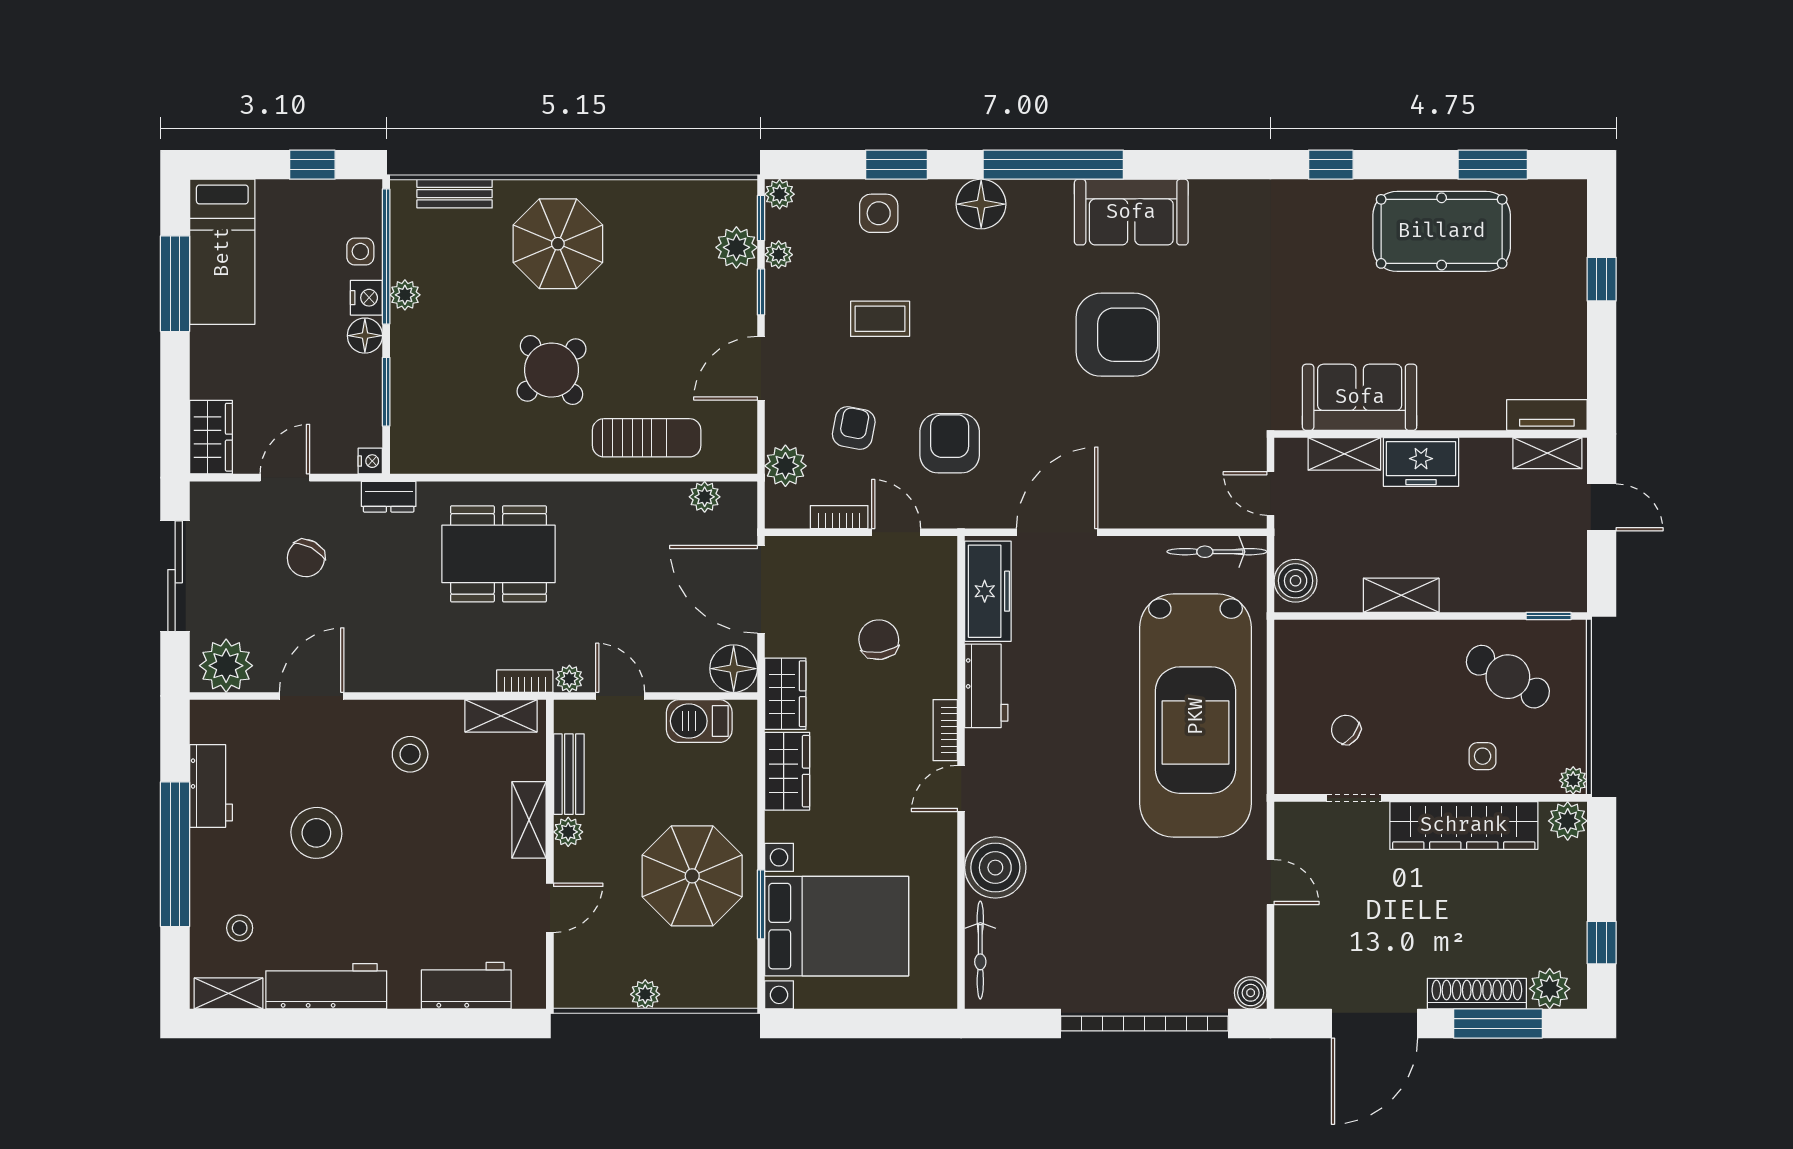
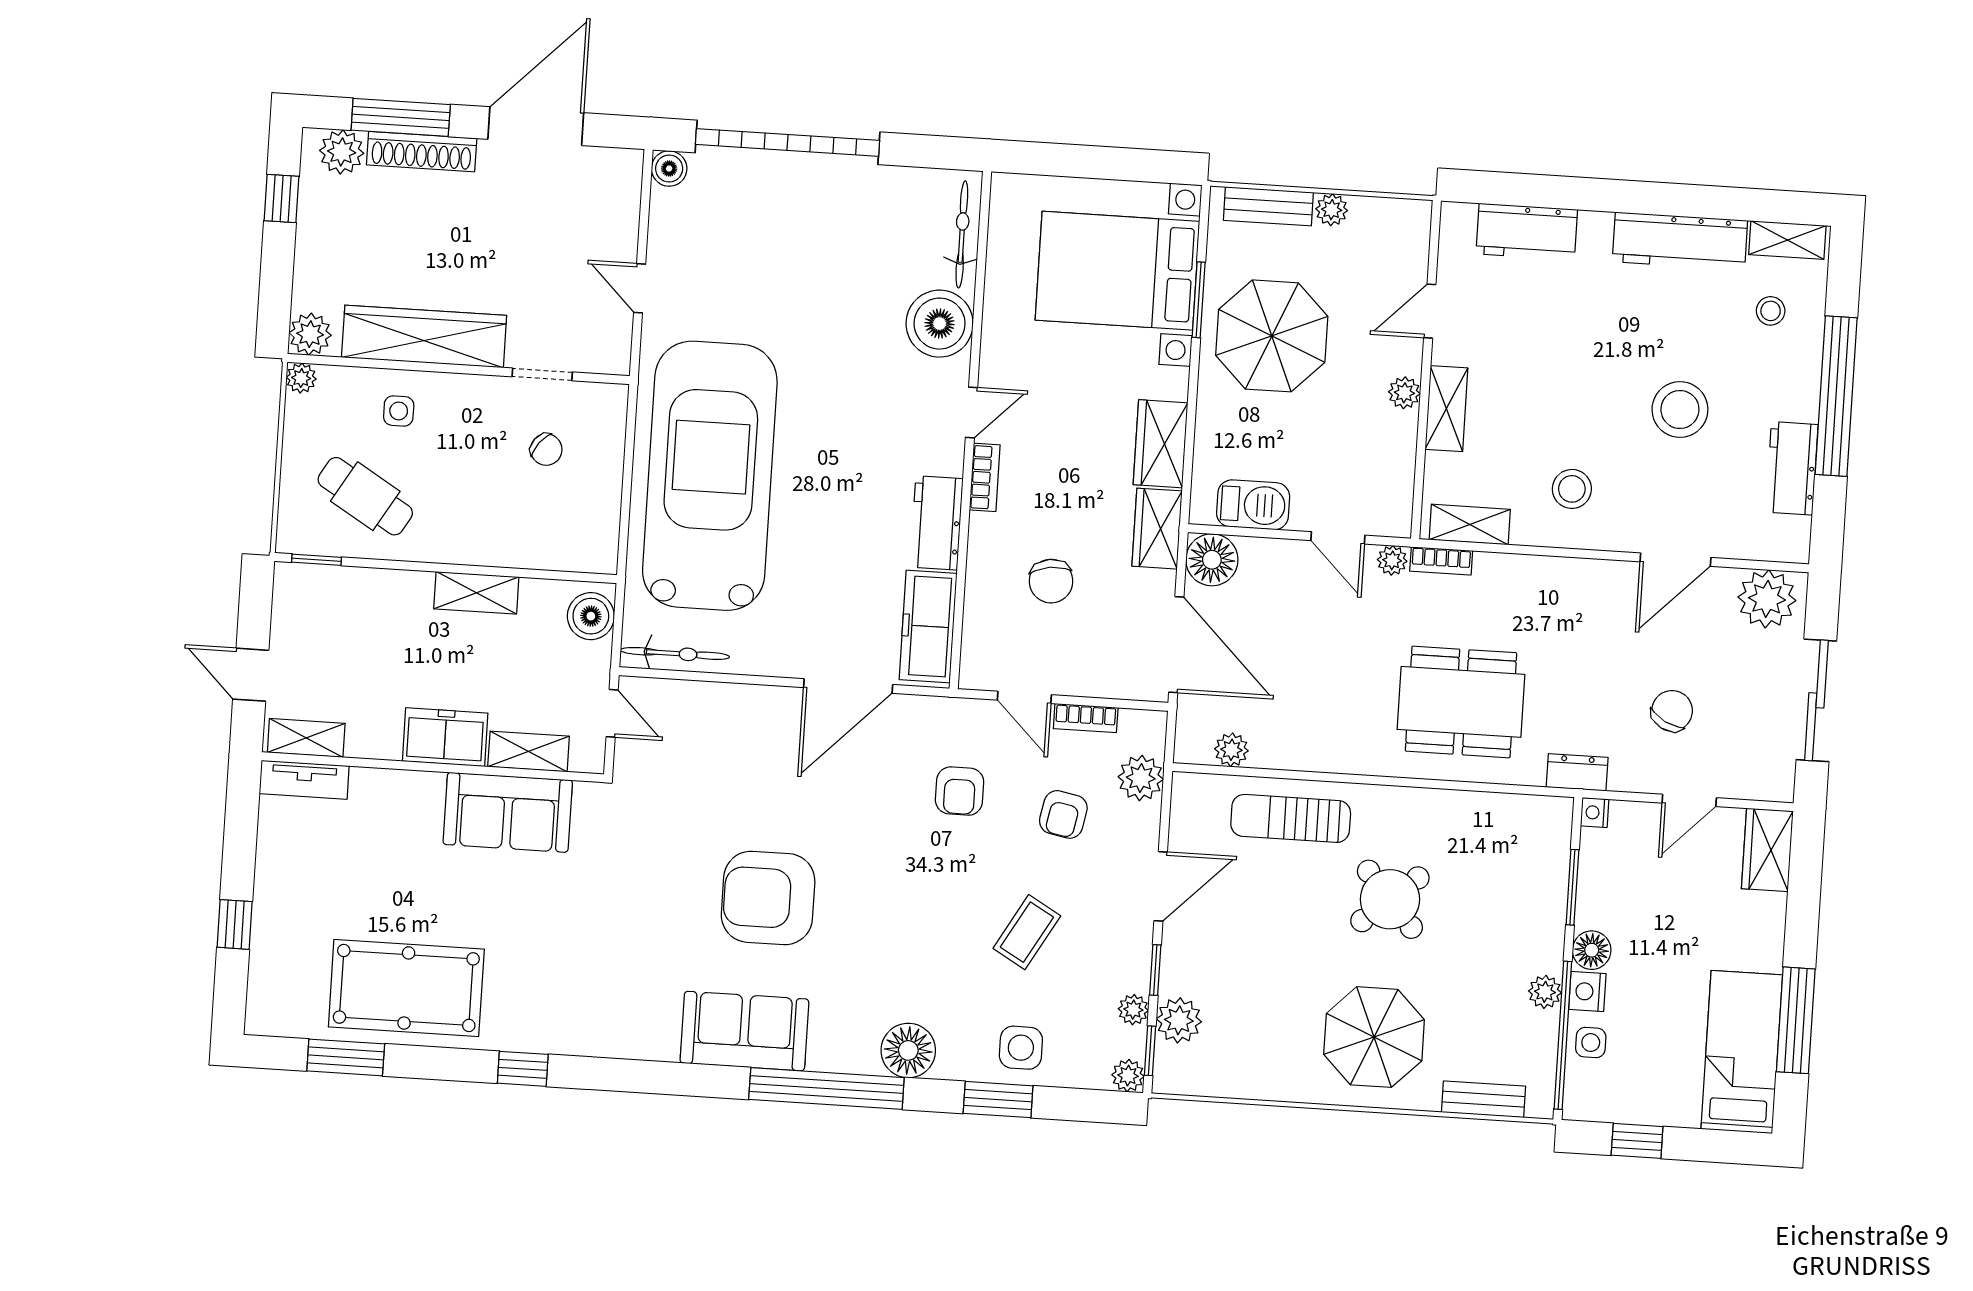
coffee table: (880, 319) -> (1027, 932), turned -60
armchair: (950, 443) -> (960, 791), width x0.72, depth x0.72
bench: (569, 774) -> (1268, 206), moved, turned 90

